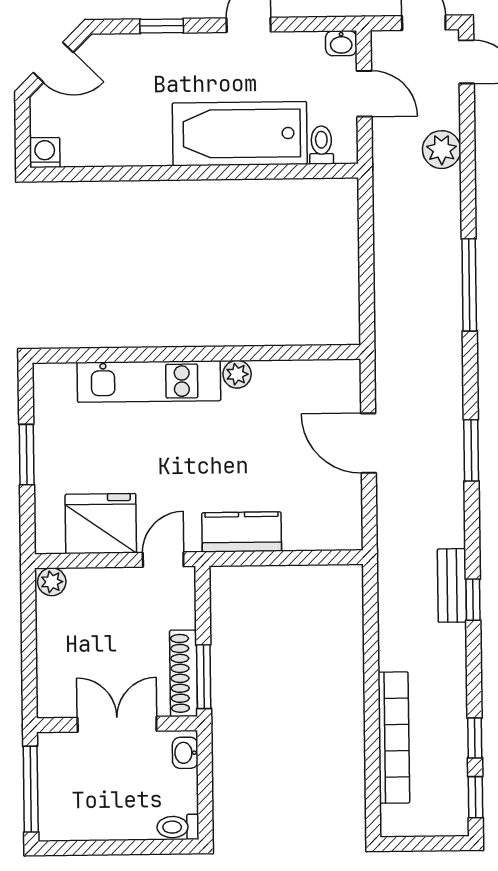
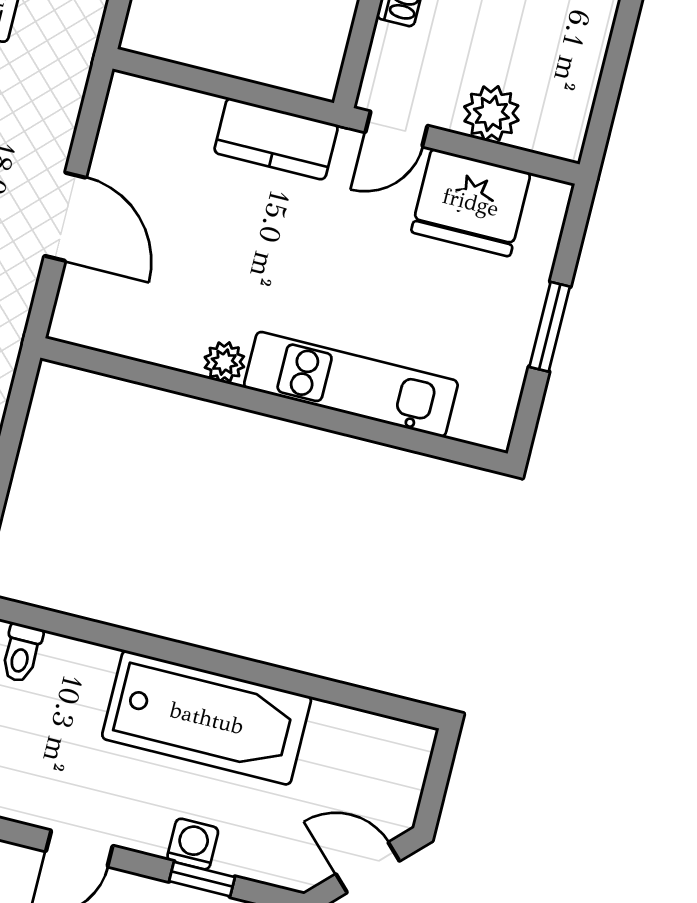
bathtub: (240, 134) -> (207, 718), moved
washing machine: (45, 153) -> (193, 844), moved, turned 180
plant: (52, 582) -> (491, 113), moved, width x1.38, depth x1.38

